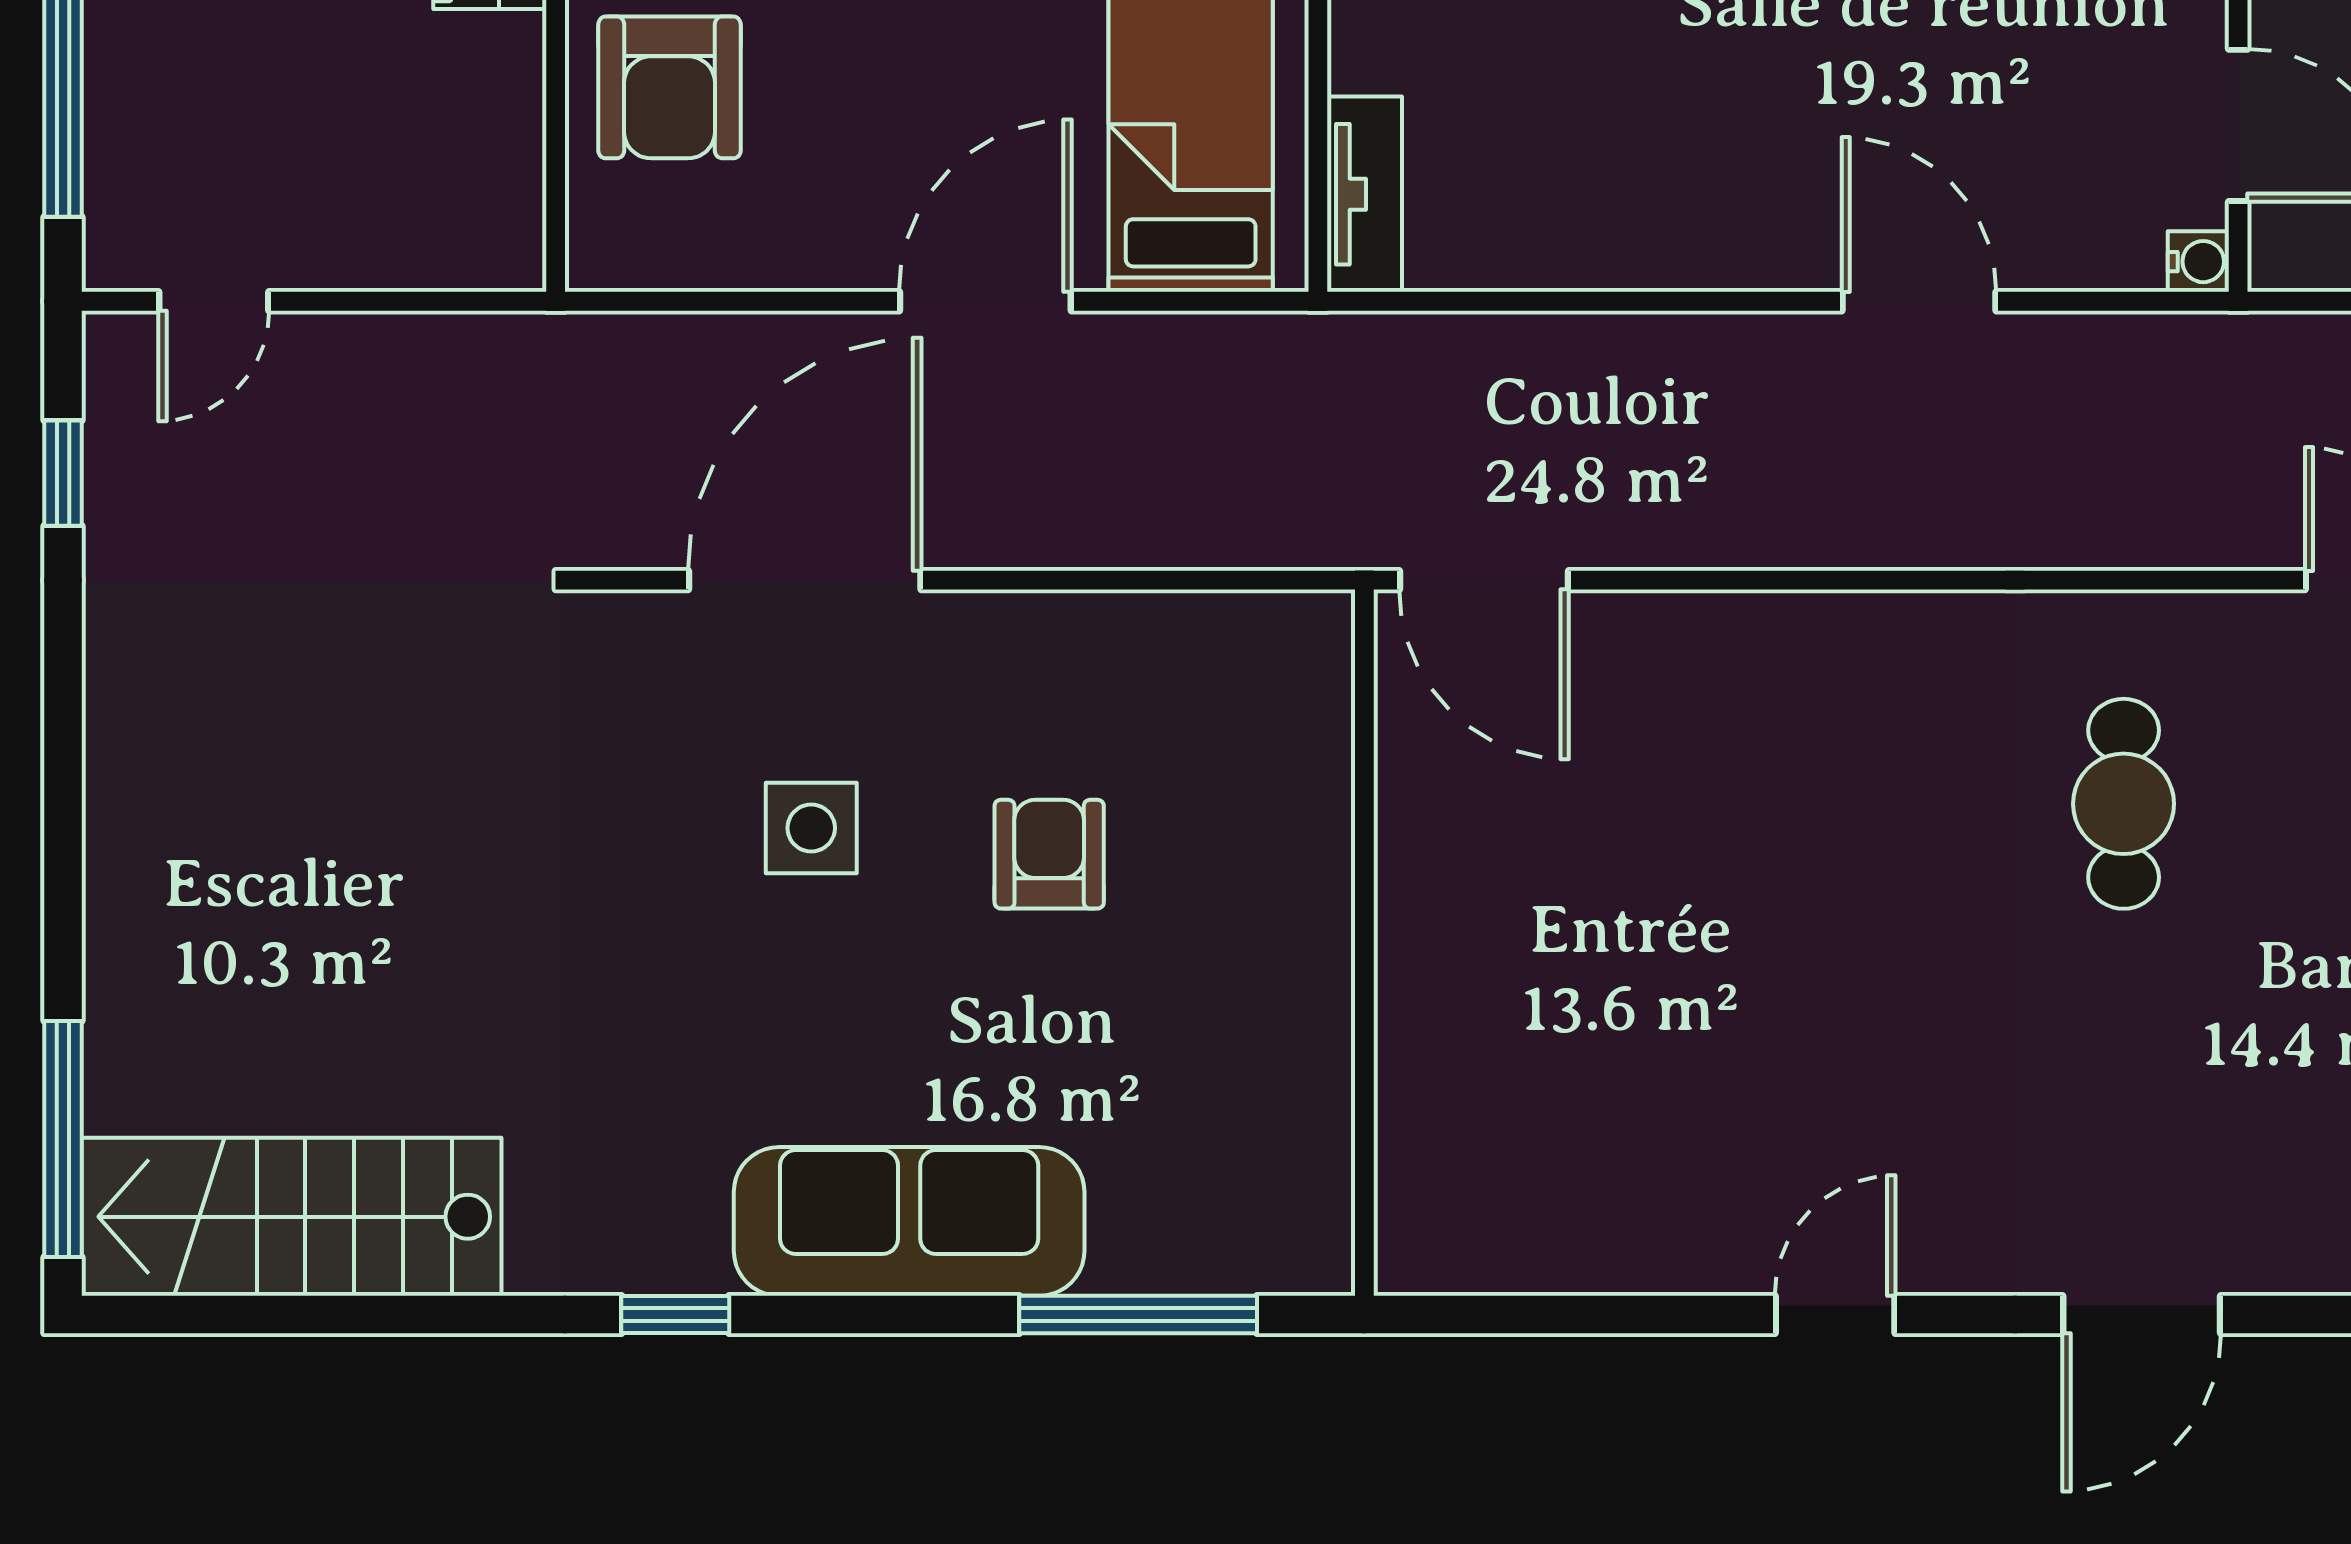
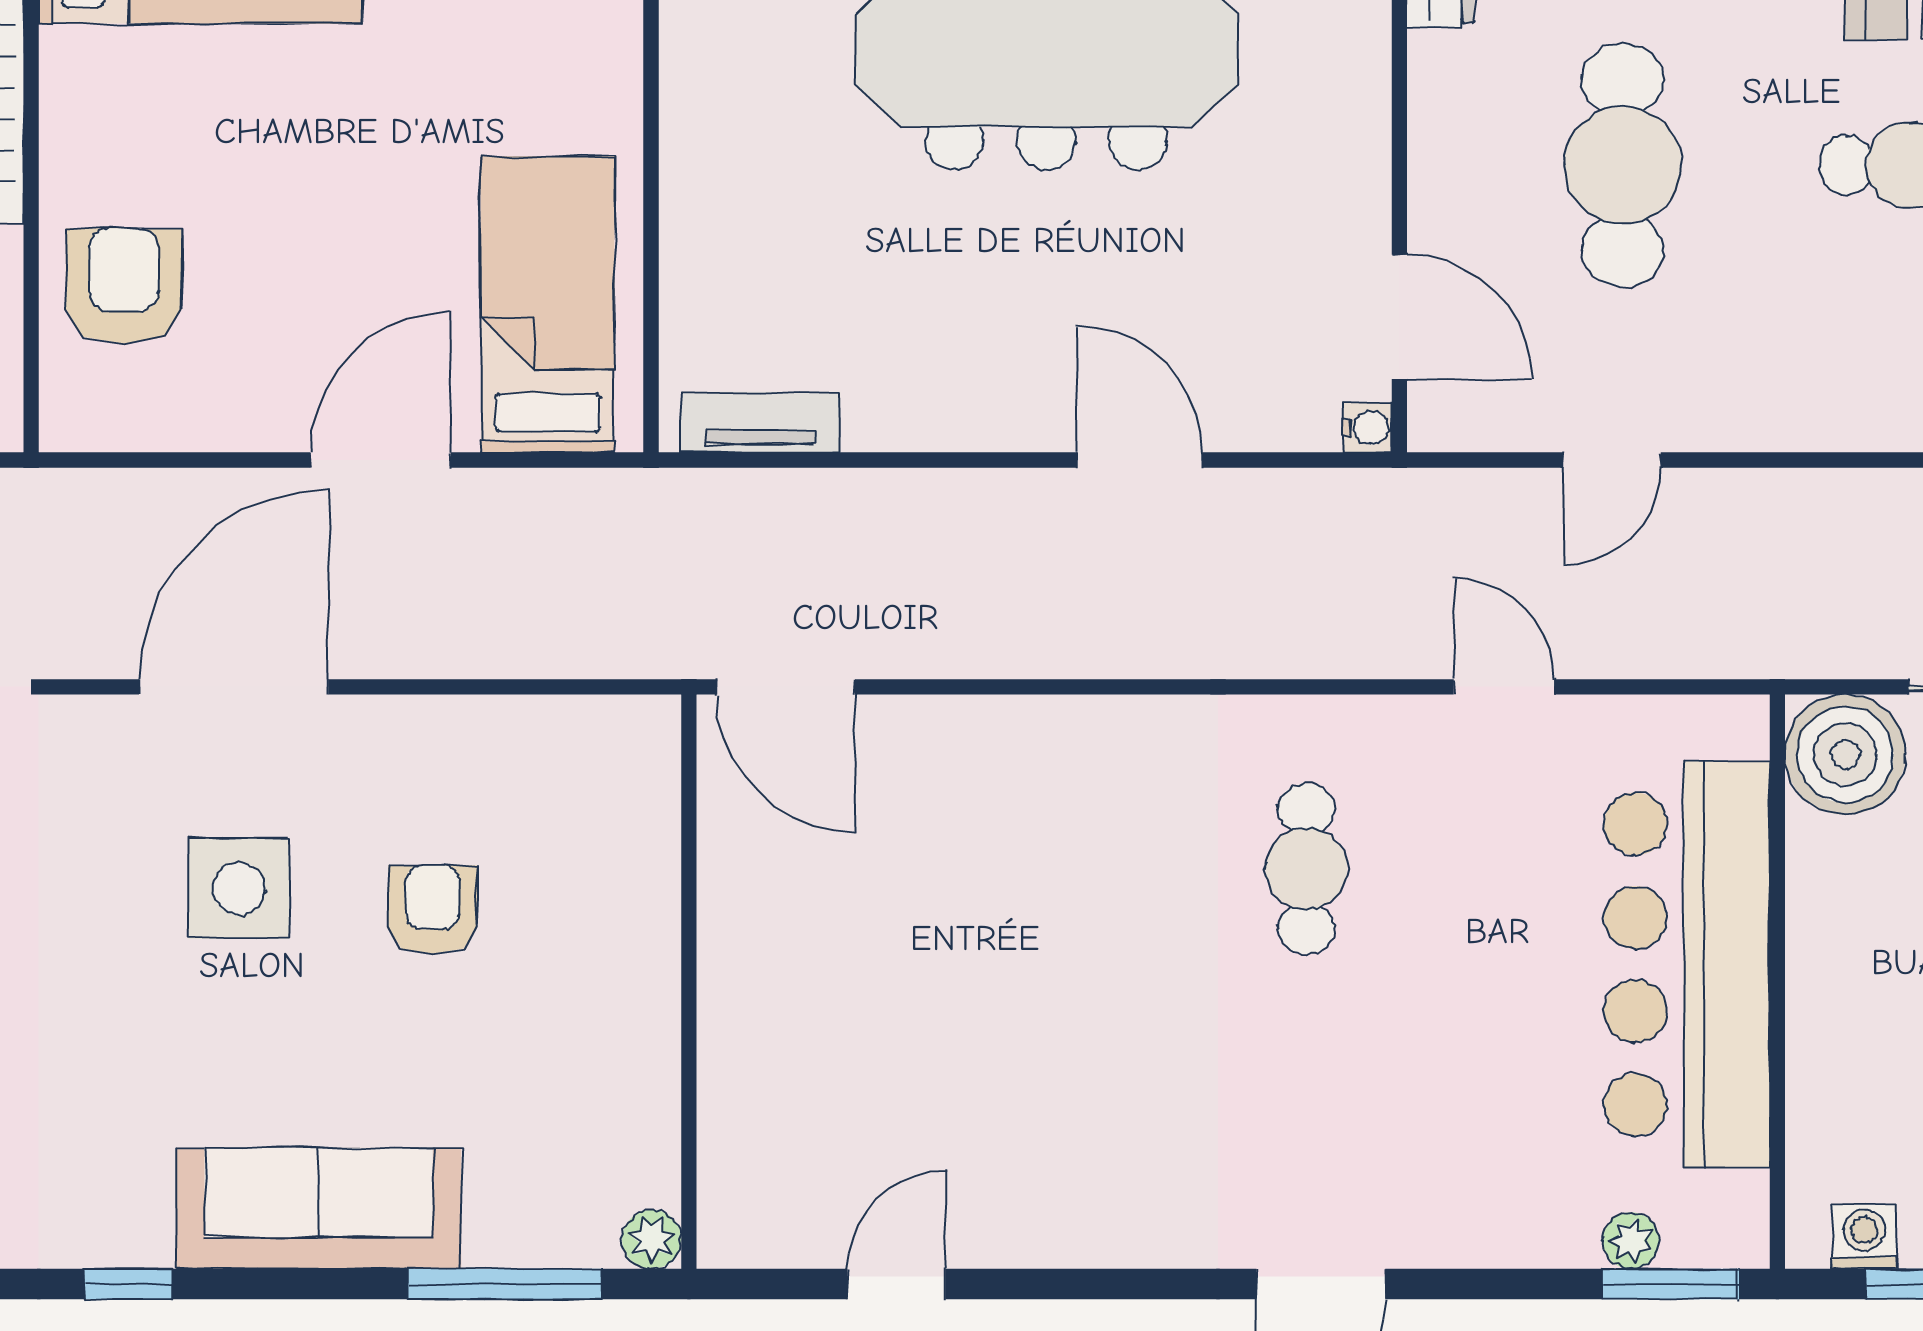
armchair: (670, 87) -> (124, 286), turned 180
tv unit: (1364, 194) -> (761, 422), moved, turned -90
side table: (811, 828) -> (239, 888), width x1.37, depth x1.37
plant: (1319, 1259) -> (652, 1239), added
door: (1835, 1314) -> (896, 1284), moved

